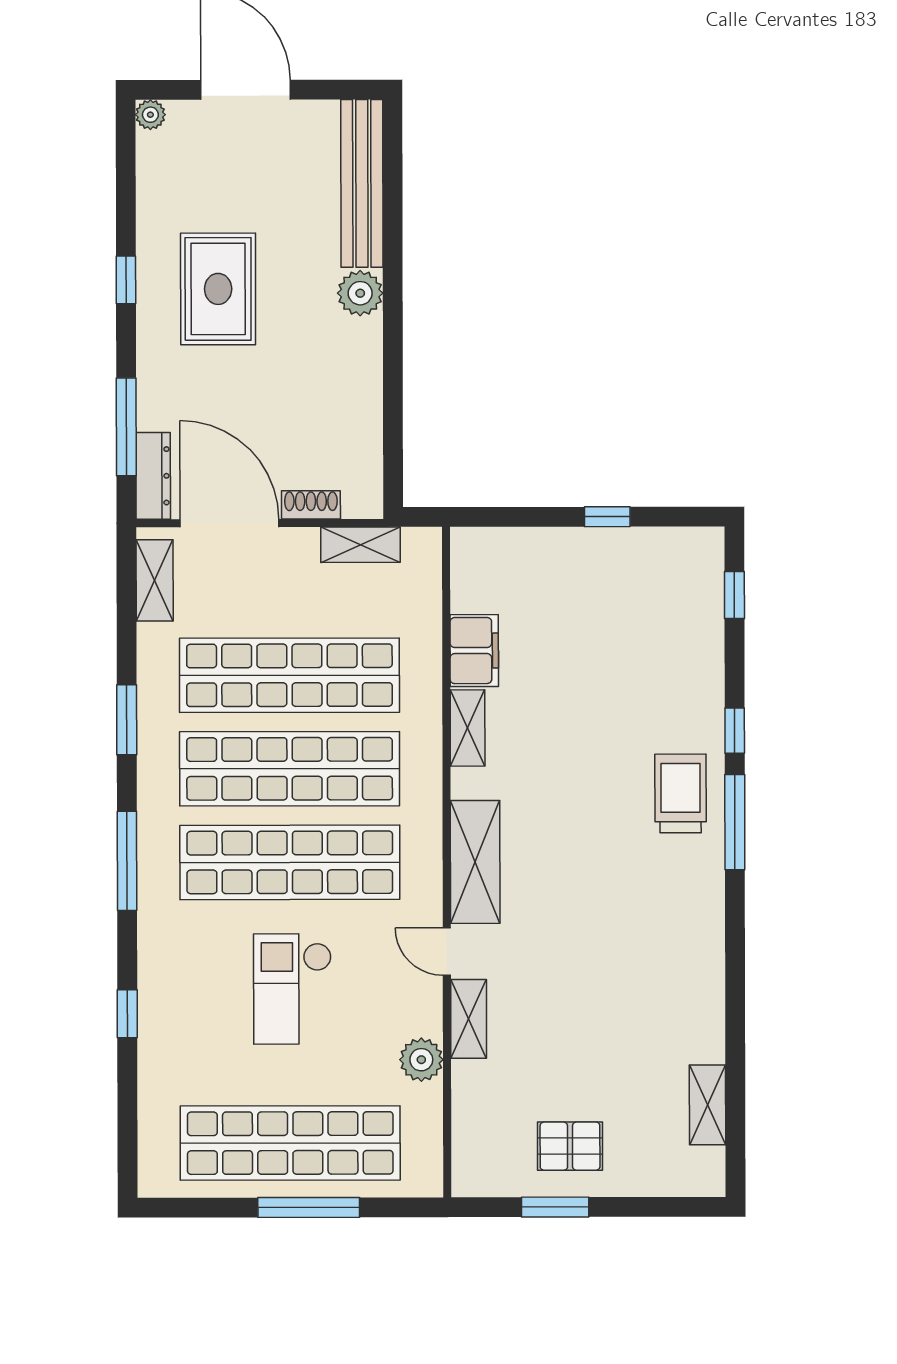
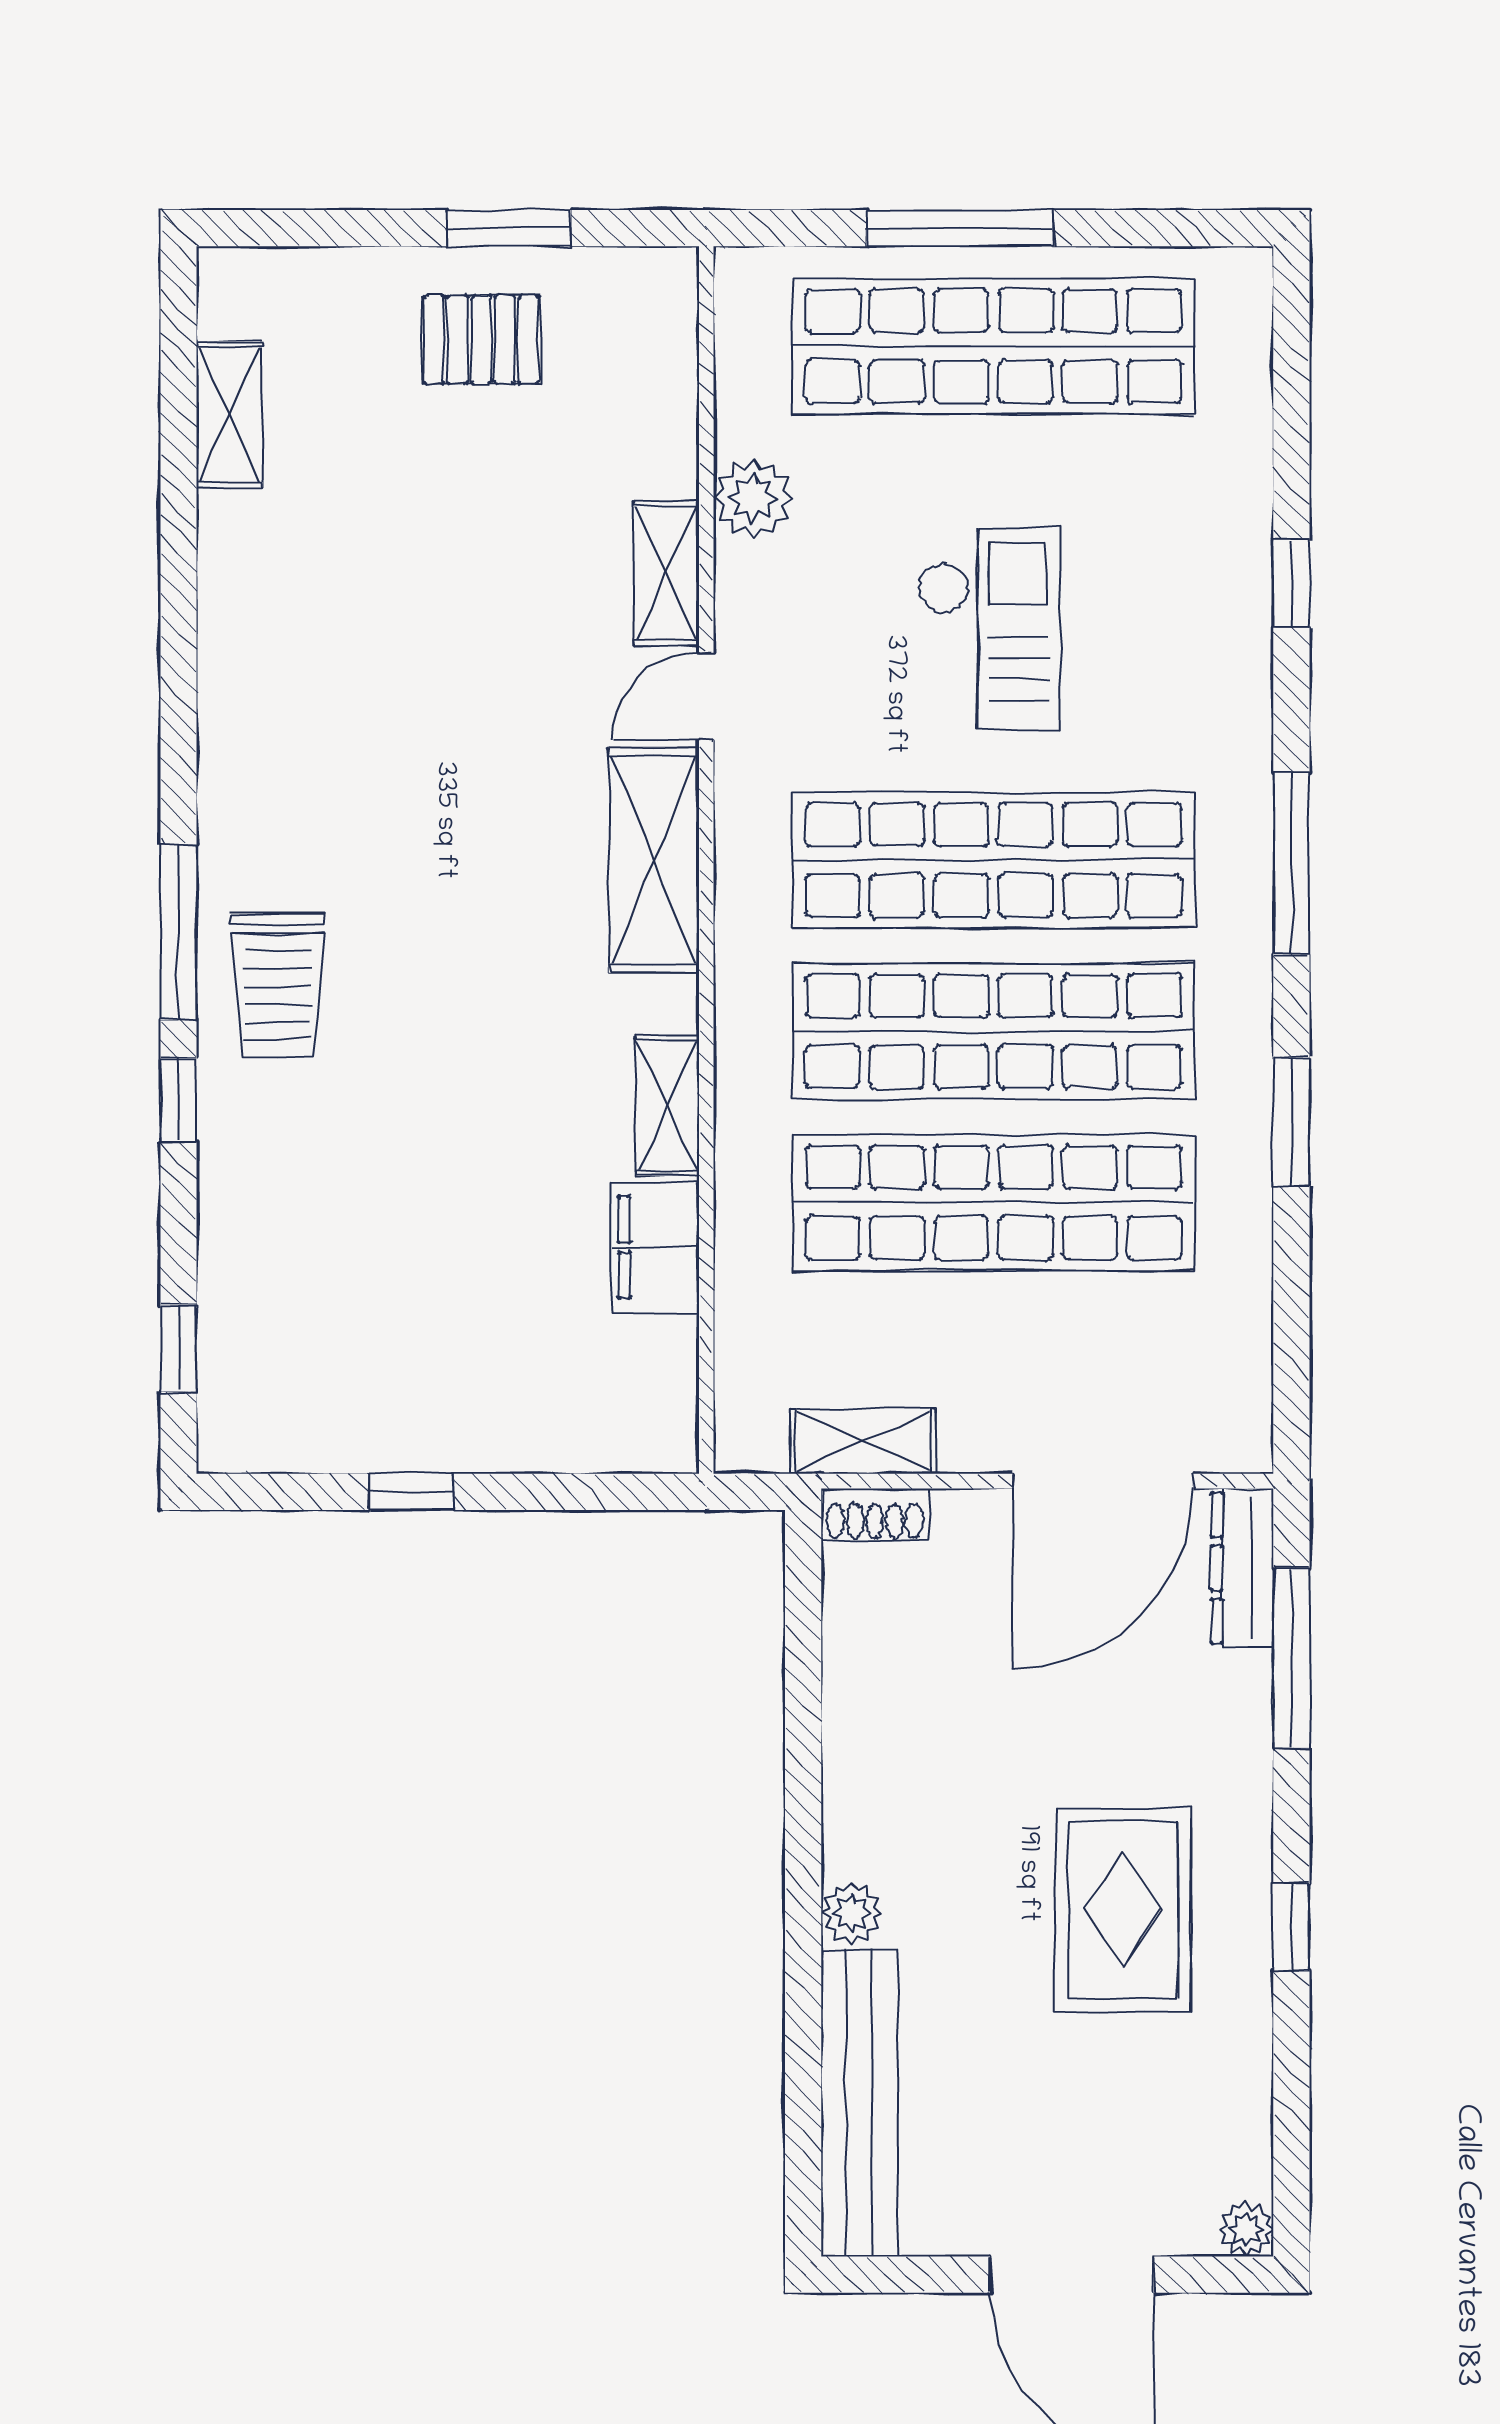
plant: (360, 293) -> (851, 1913), width x0.73, depth x0.73
shoe rack: (311, 505) -> (875, 1514), moved
door: (229, 523) -> (1103, 1481), hinge flipped
shelving: (155, 580) -> (1240, 1377), removed
door: (447, 952) -> (706, 696), swing flipped

